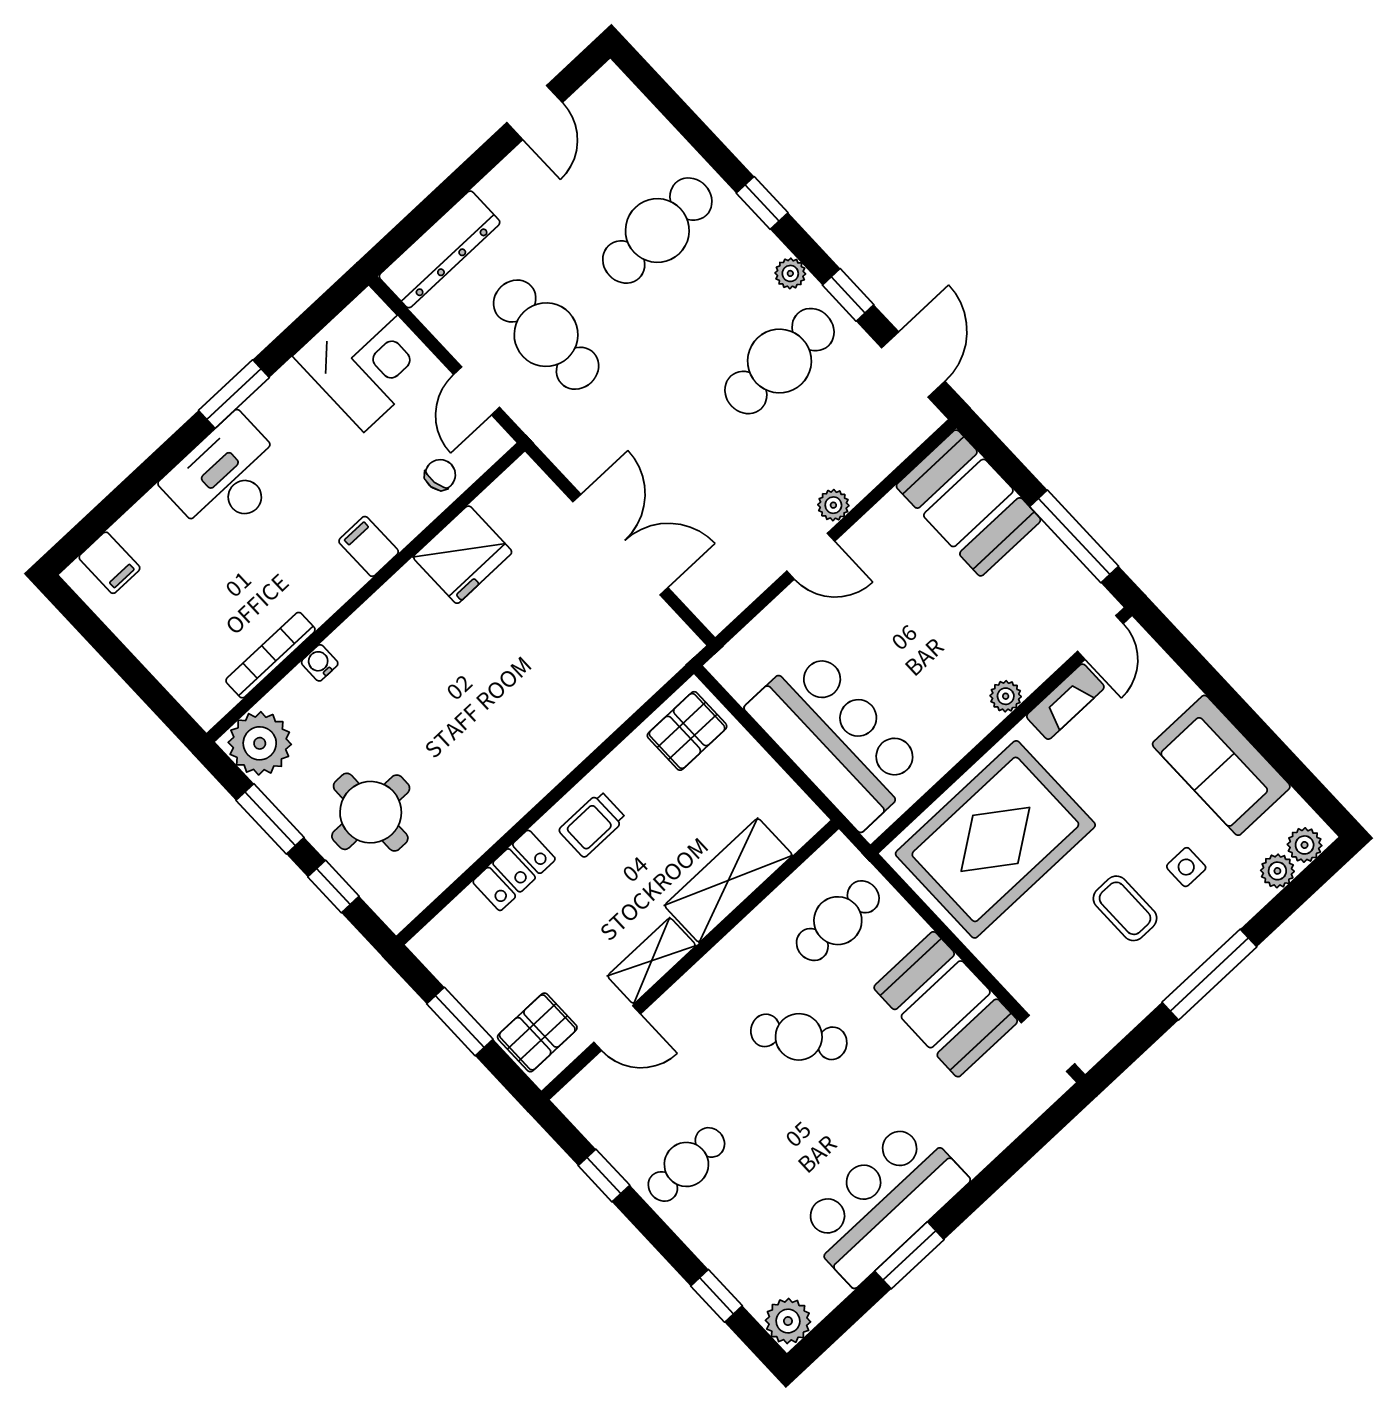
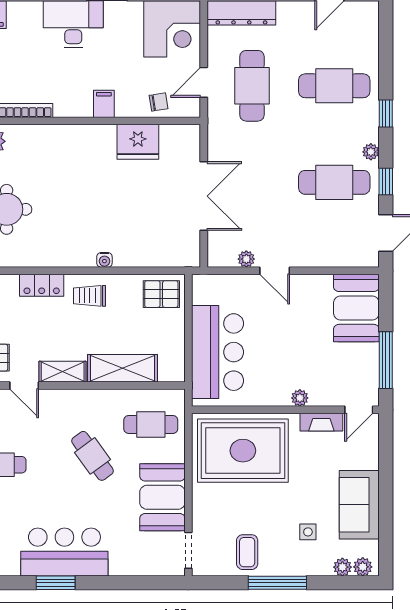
plant: (833, 505) -> (246, 259), moved
water cooler: (320, 663) -> (104, 260), moved, turned 180
coffee table: (1125, 908) -> (247, 552), moved

